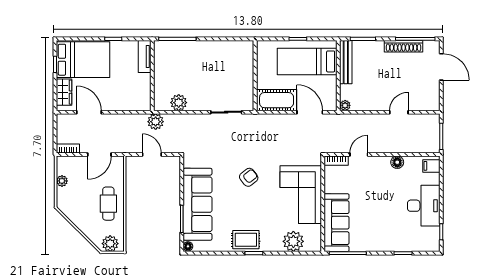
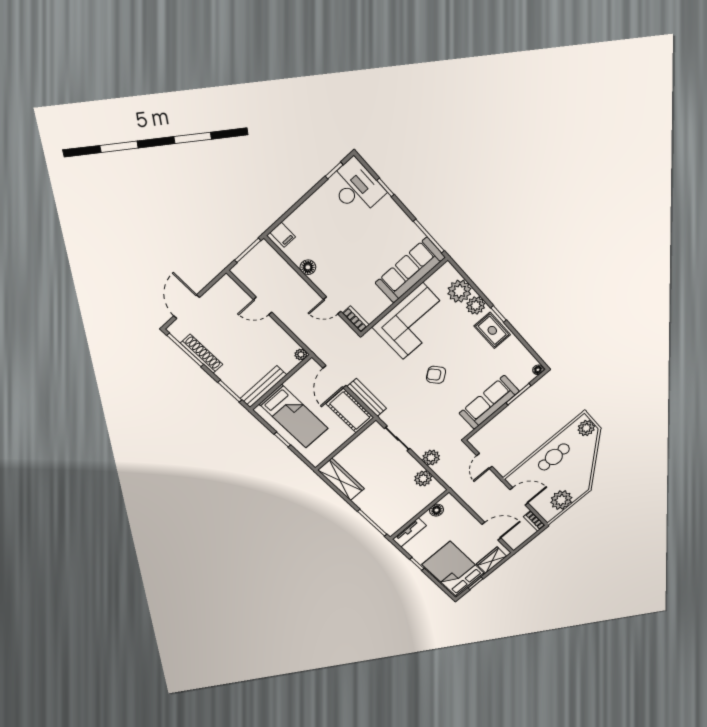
wardrobe: (232, 49) -> (341, 479), added
floor lamp: (144, 90) -> (437, 510), added
door: (89, 112) -> (491, 531), swing flipped
bench: (275, 119) -> (367, 397), added
plant: (156, 122) -> (431, 458), moved
plant: (62, 181) -> (561, 500), width x1.88, depth x1.88
sofa: (198, 204) -> (489, 402), width x0.74, depth x0.79
desk: (424, 206) -> (356, 187), moved, turned 90
plant: (274, 243) -> (476, 305), added

